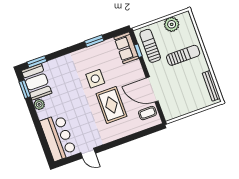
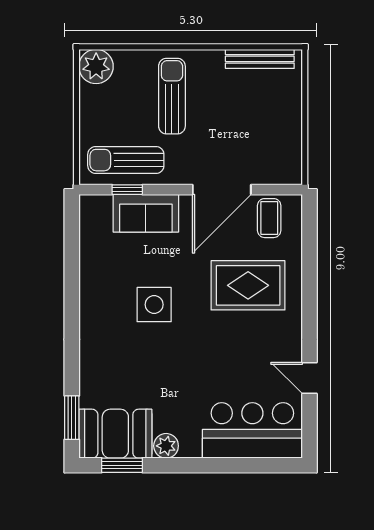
plant: (172, 24) -> (96, 66), moved
window: (94, 41) -> (72, 277), removed
sofa: (126, 48) -> (146, 213), moved
rug: (111, 105) -> (248, 285), moved
door: (88, 153) -> (309, 378), swing flipped

